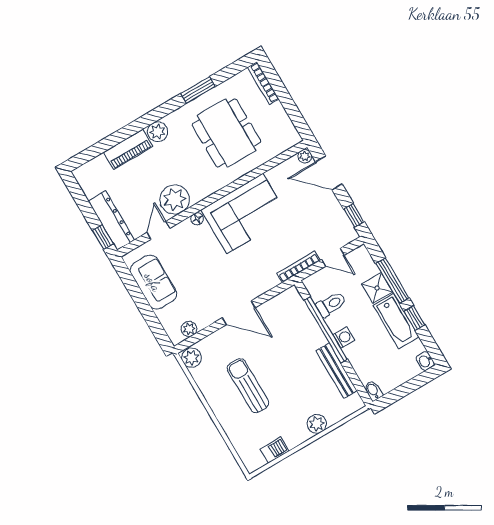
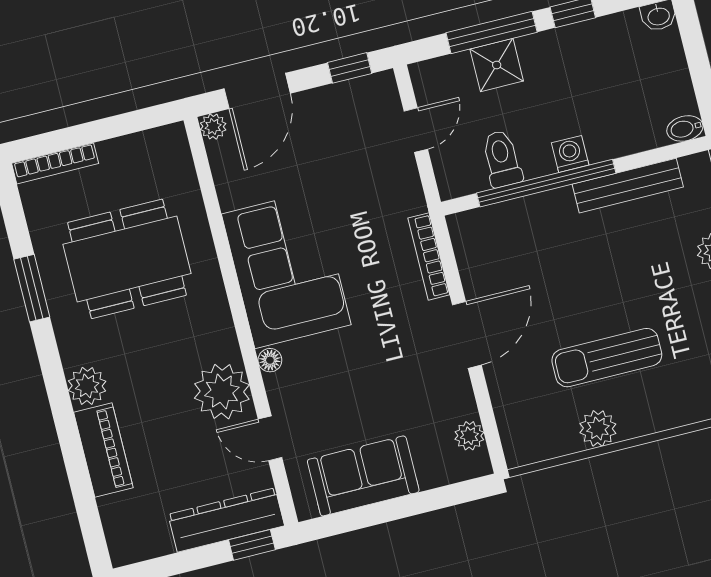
bookcase: (298, 267) -> (429, 256), moved
bathtub: (396, 321) -> (569, 48), removed
plant: (192, 358) -> (598, 428), moved

